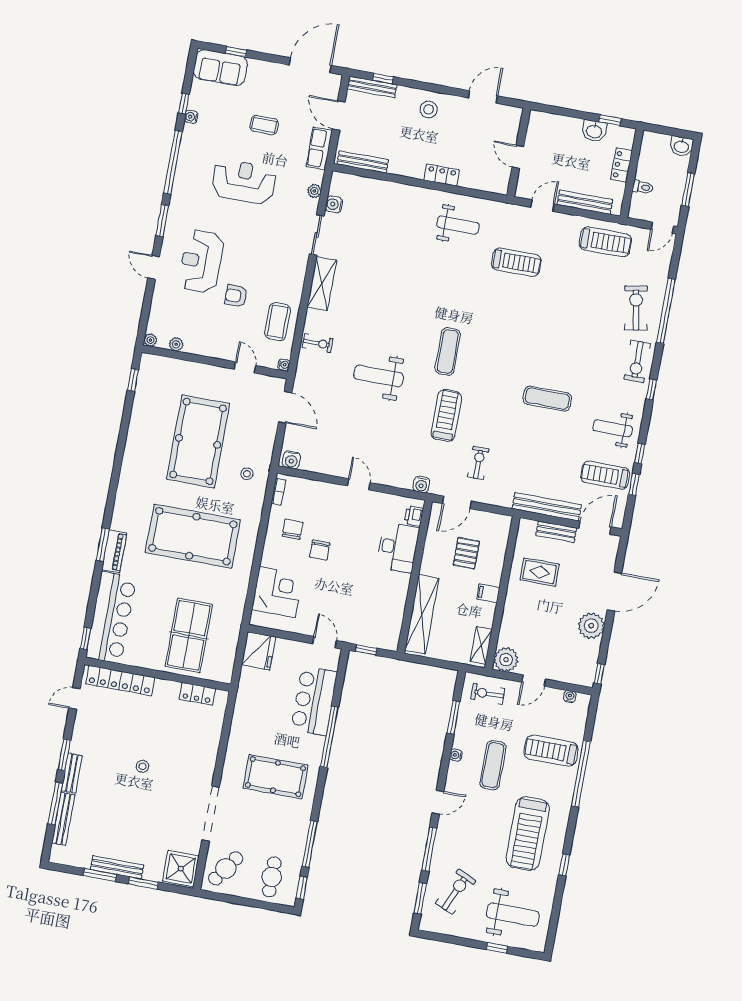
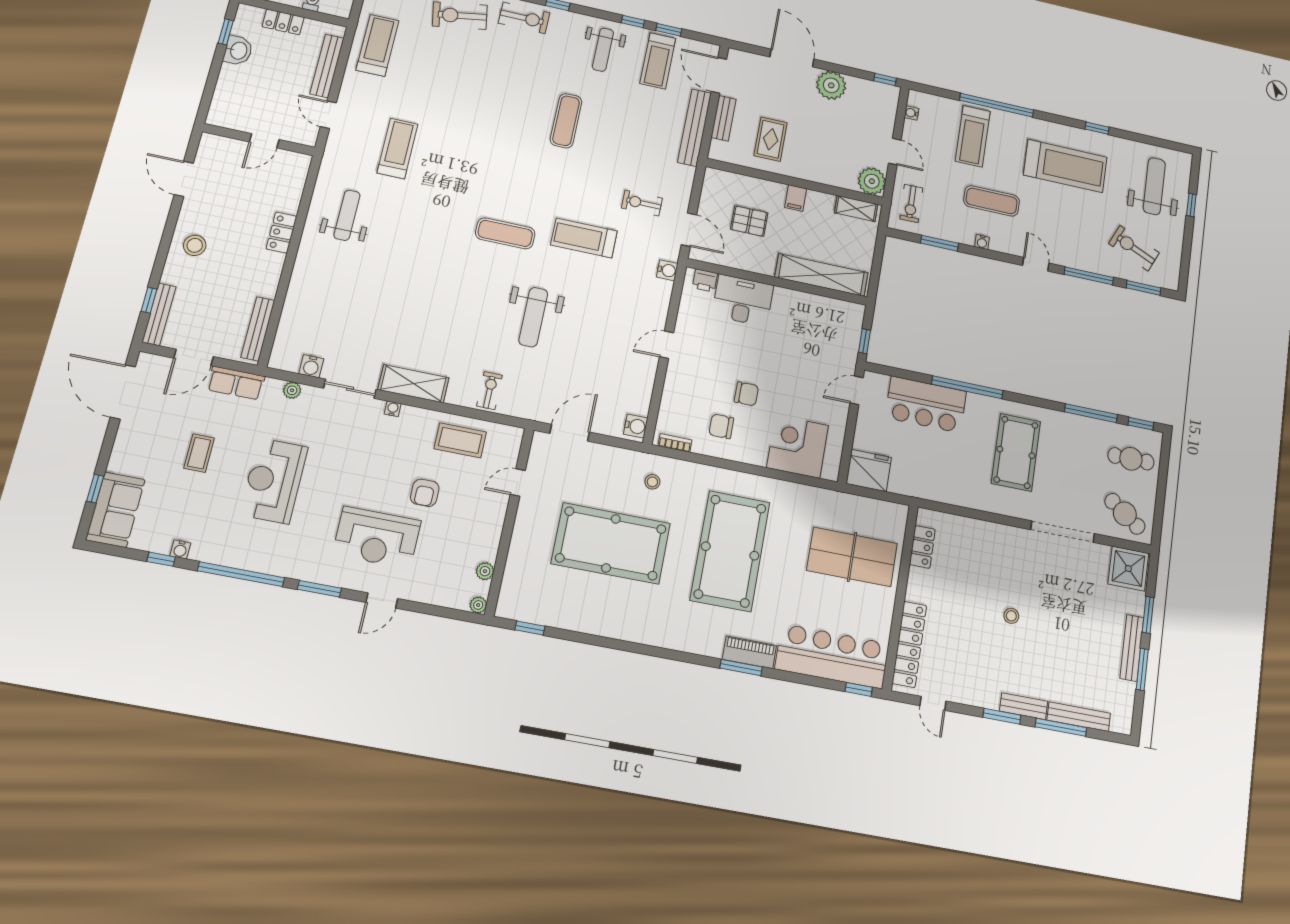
water cooler: (284, 365) -> (393, 409), moved

